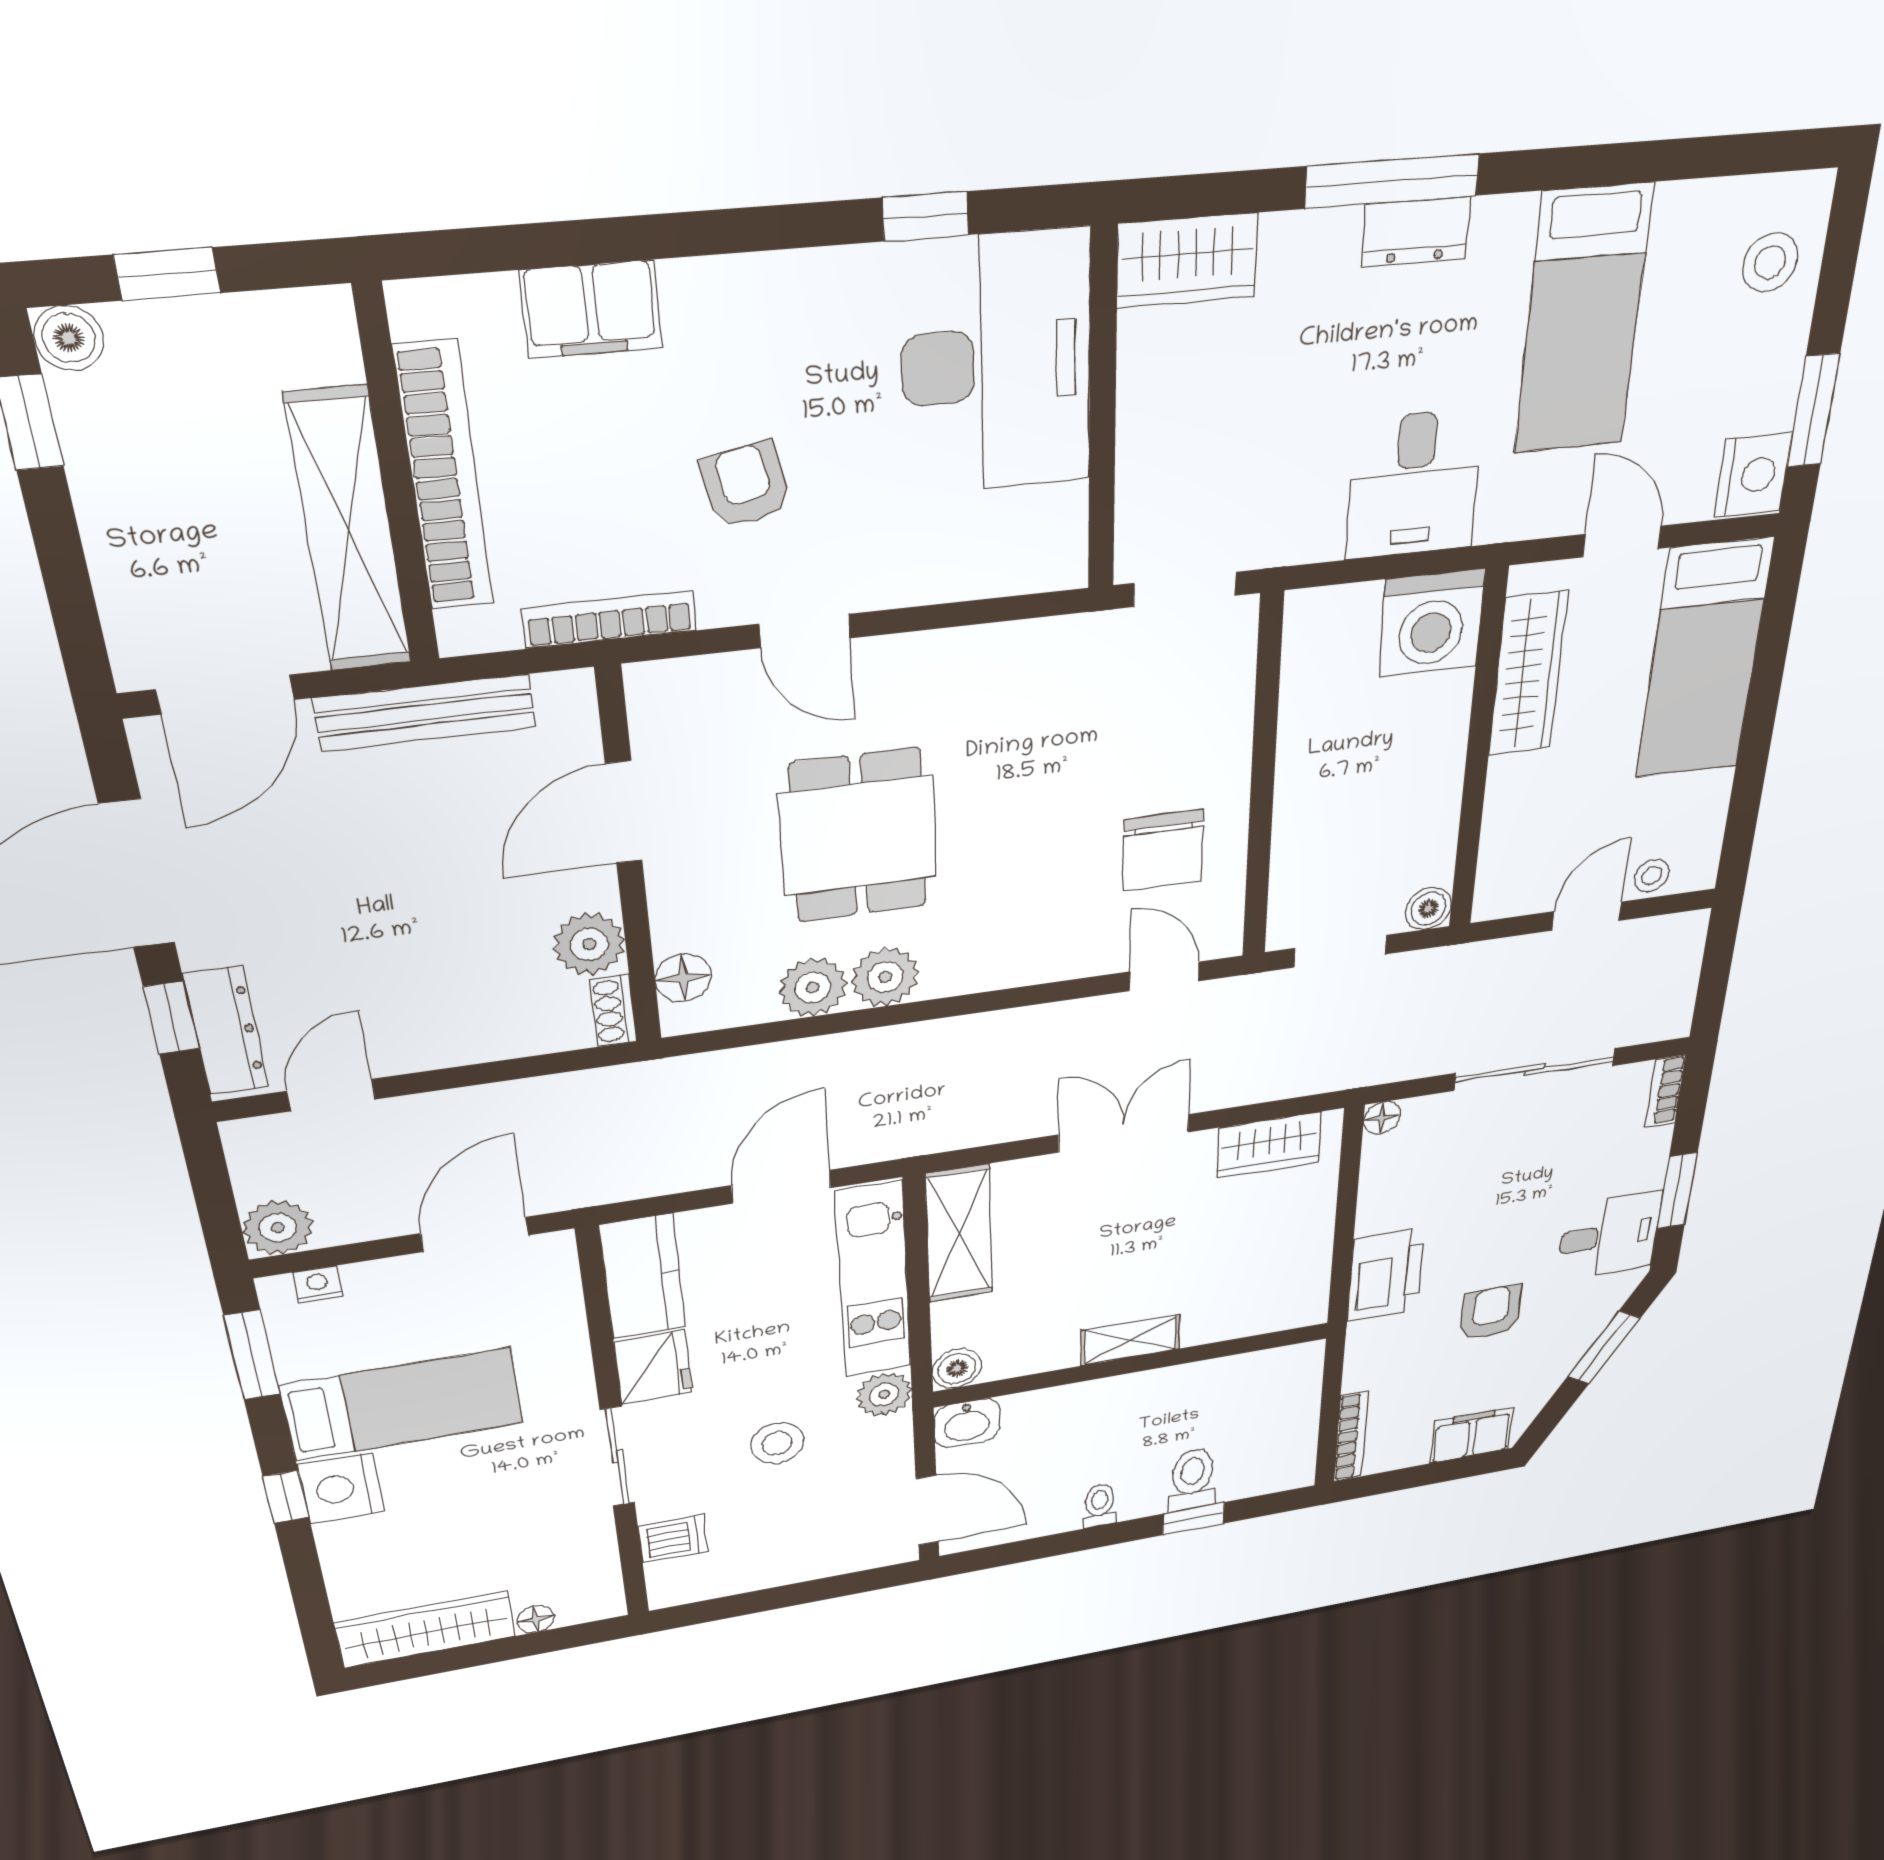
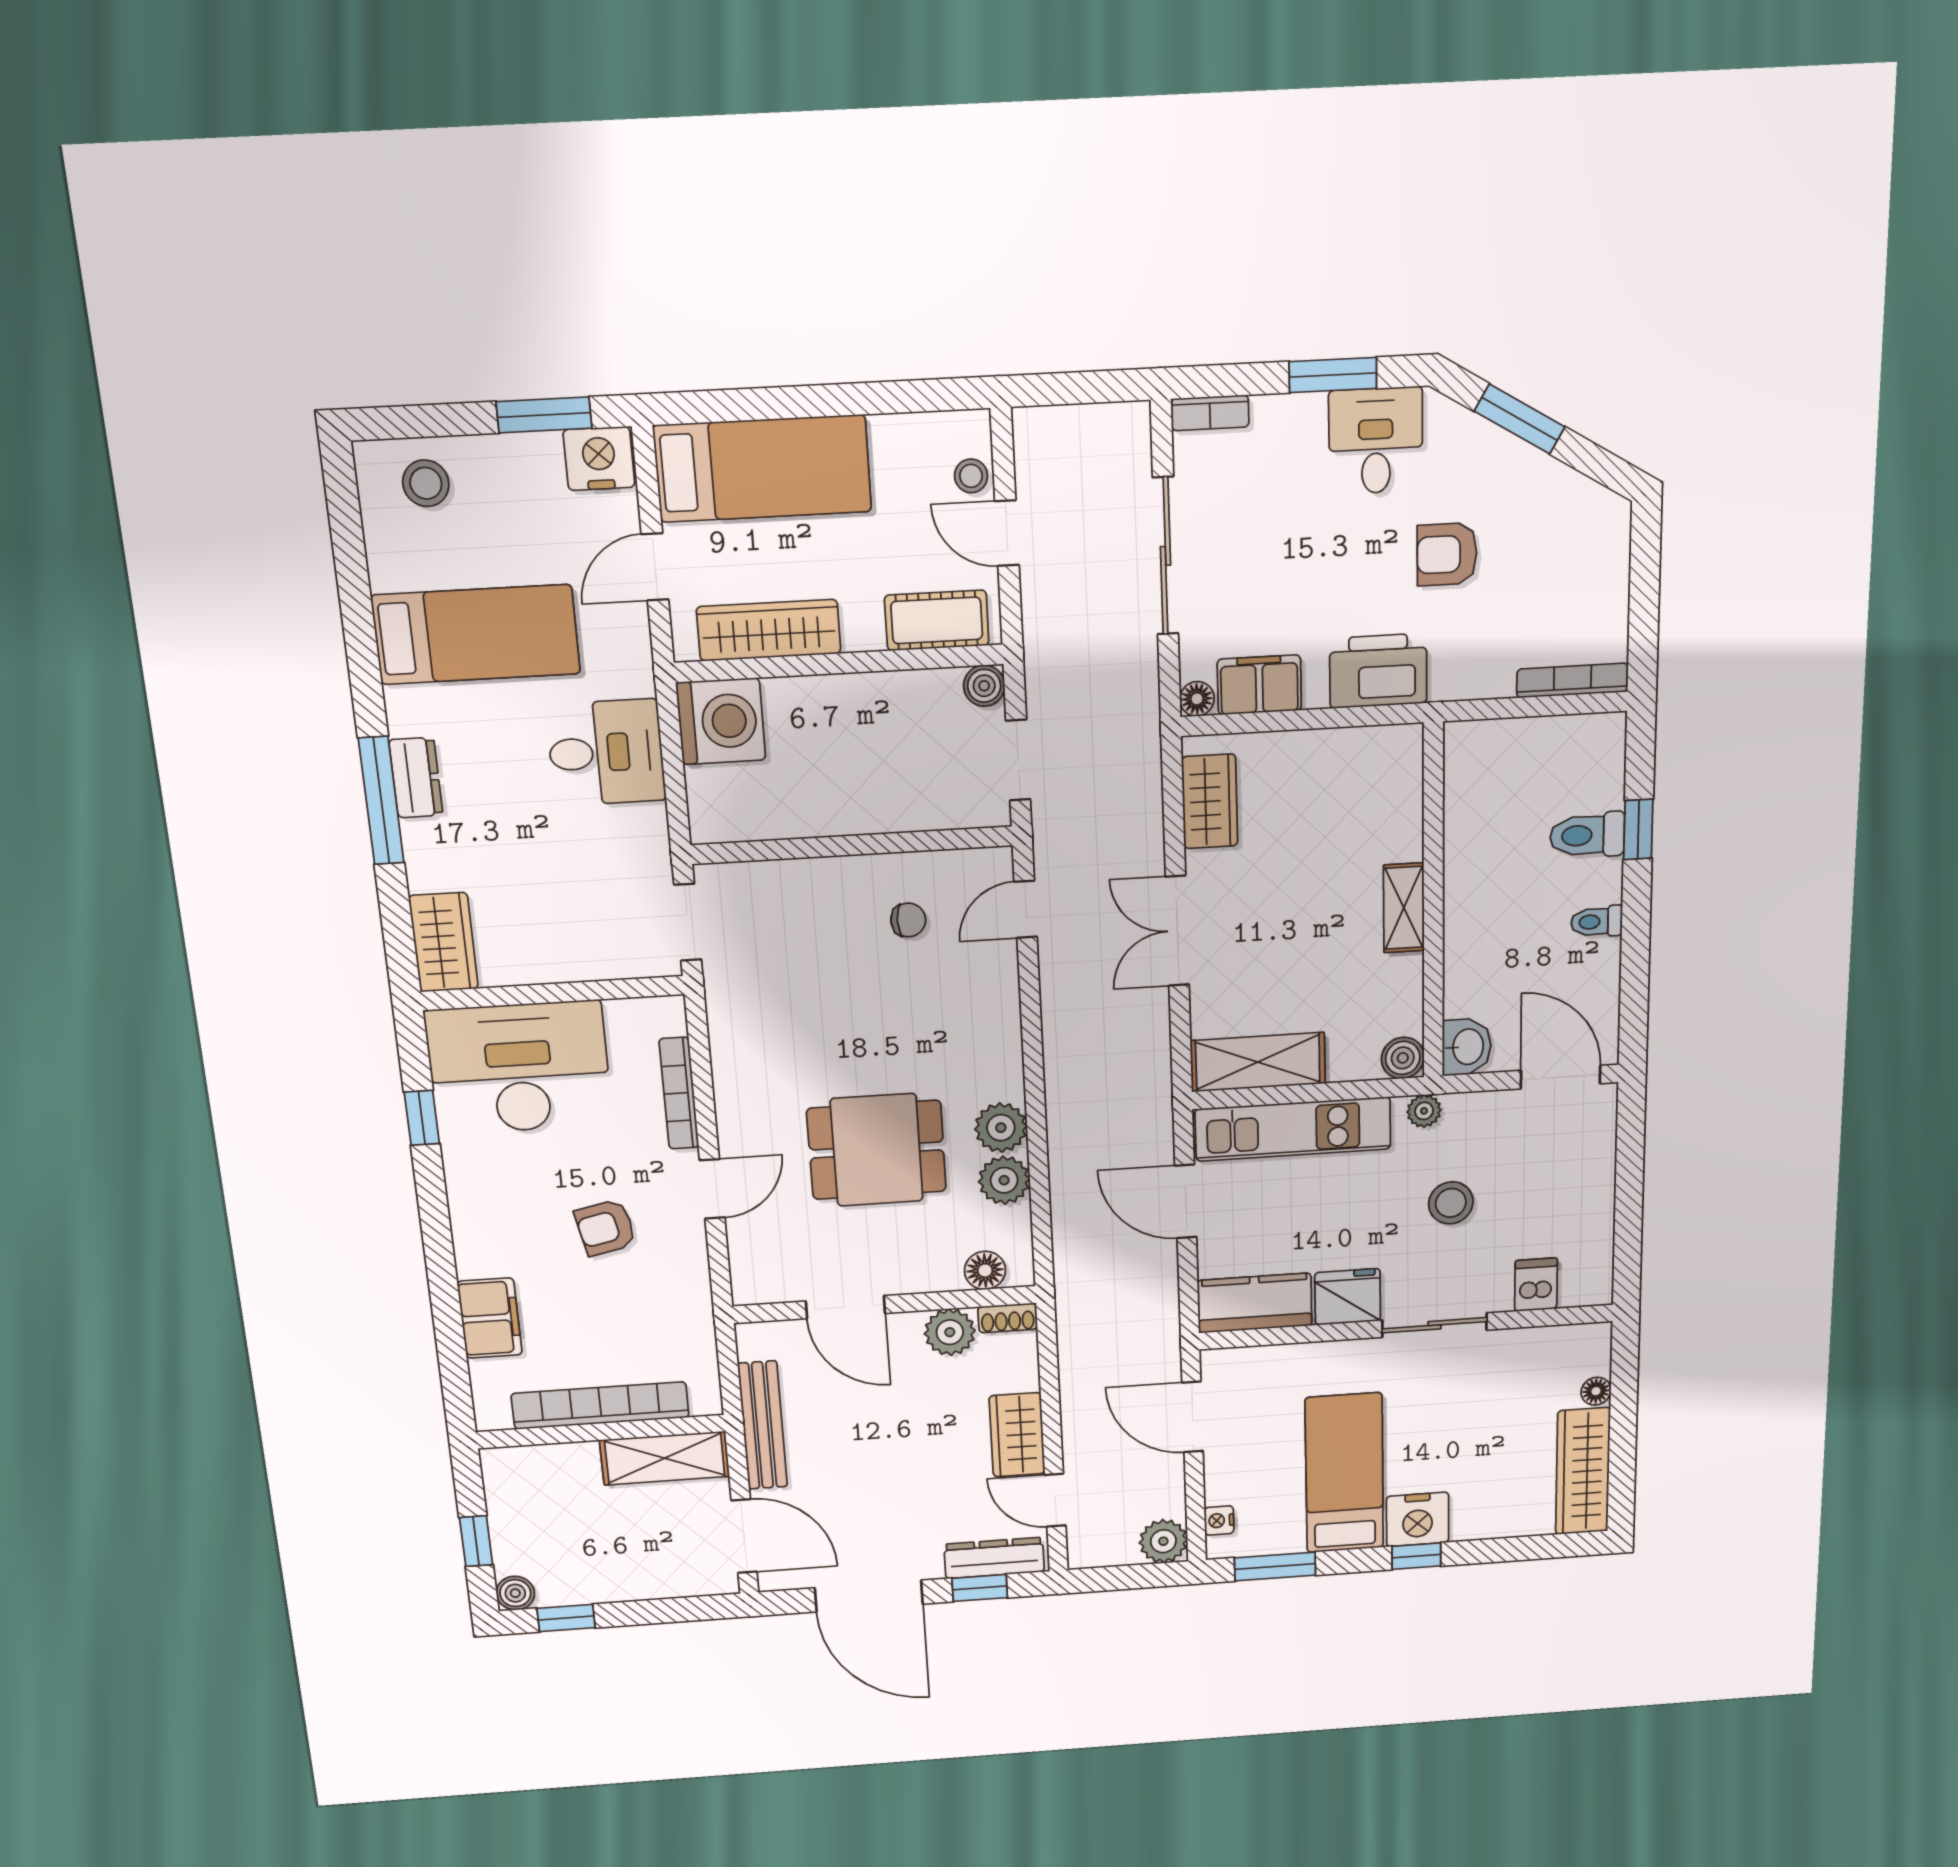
shelving: (349, 531) -> (665, 1458), width x0.68
bookcase: (610, 620) -> (679, 1093), moved
chair: (1163, 850) -> (908, 920), width x0.54, depth x0.54
cot: (1508, 854) -> (937, 620), added
wardrobe: (433, 1039) -> (1017, 1435), added
plant: (884, 1394) -> (1424, 1111), width x0.73, depth x0.73
filing cabinet: (1472, 1435) -> (1259, 685), moved, turned 90
door: (927, 1510) -> (1560, 1077), hinge flipped

